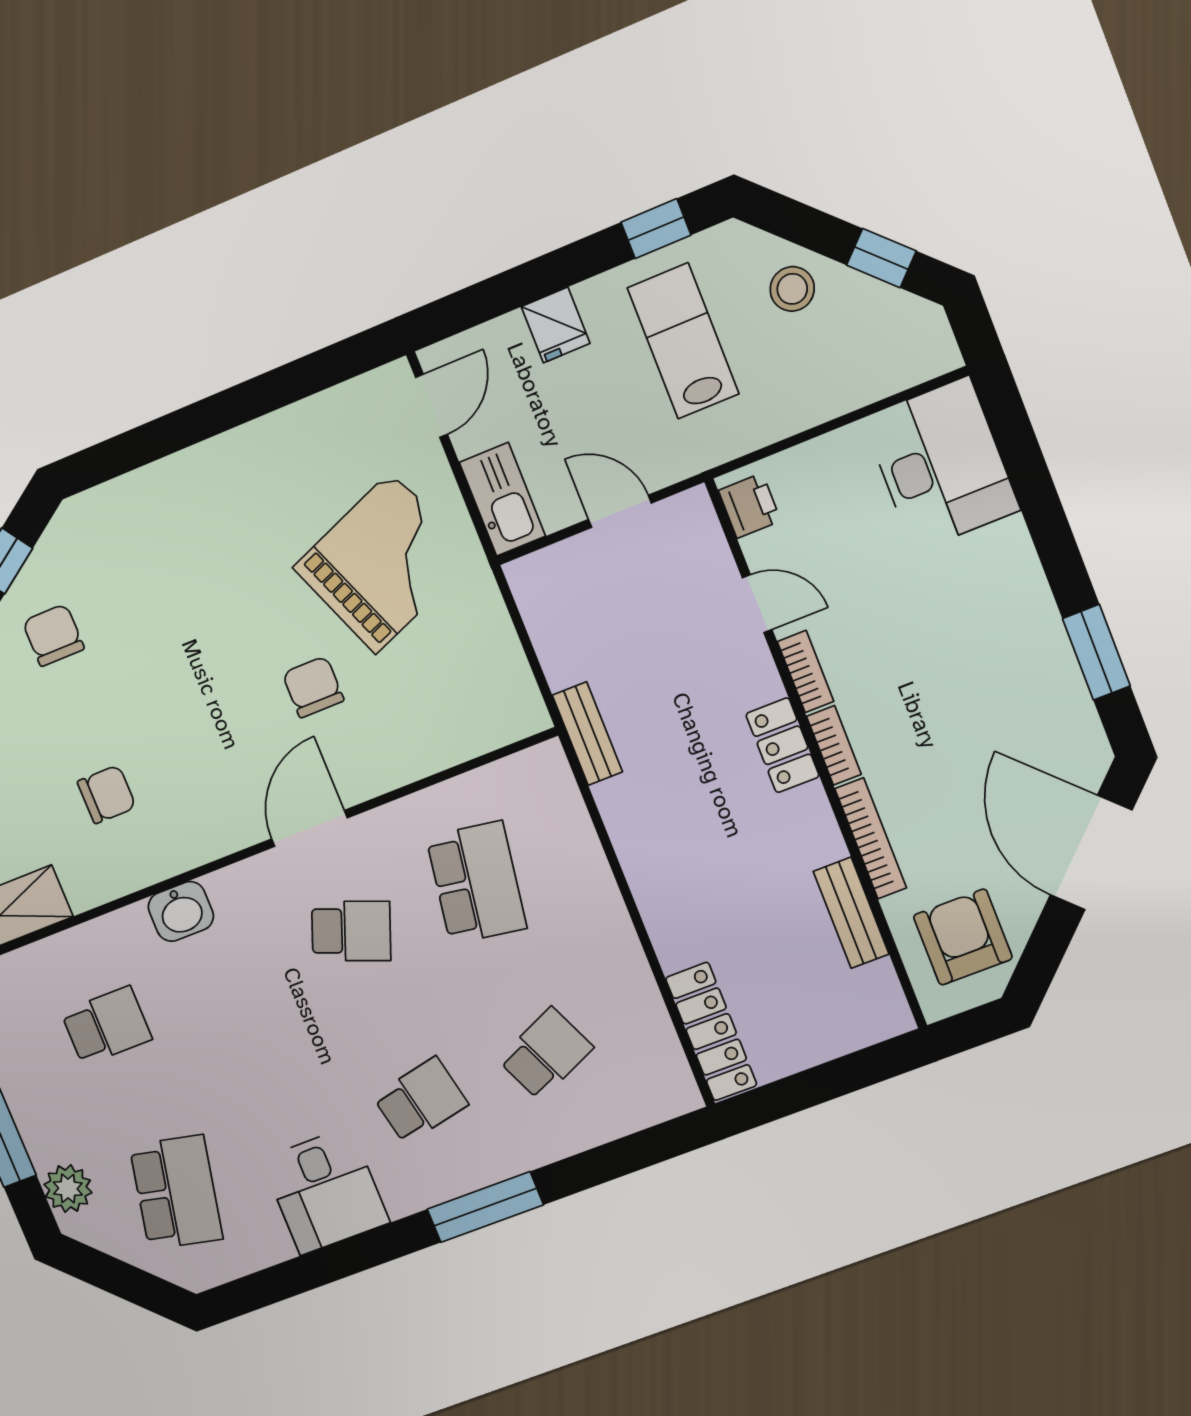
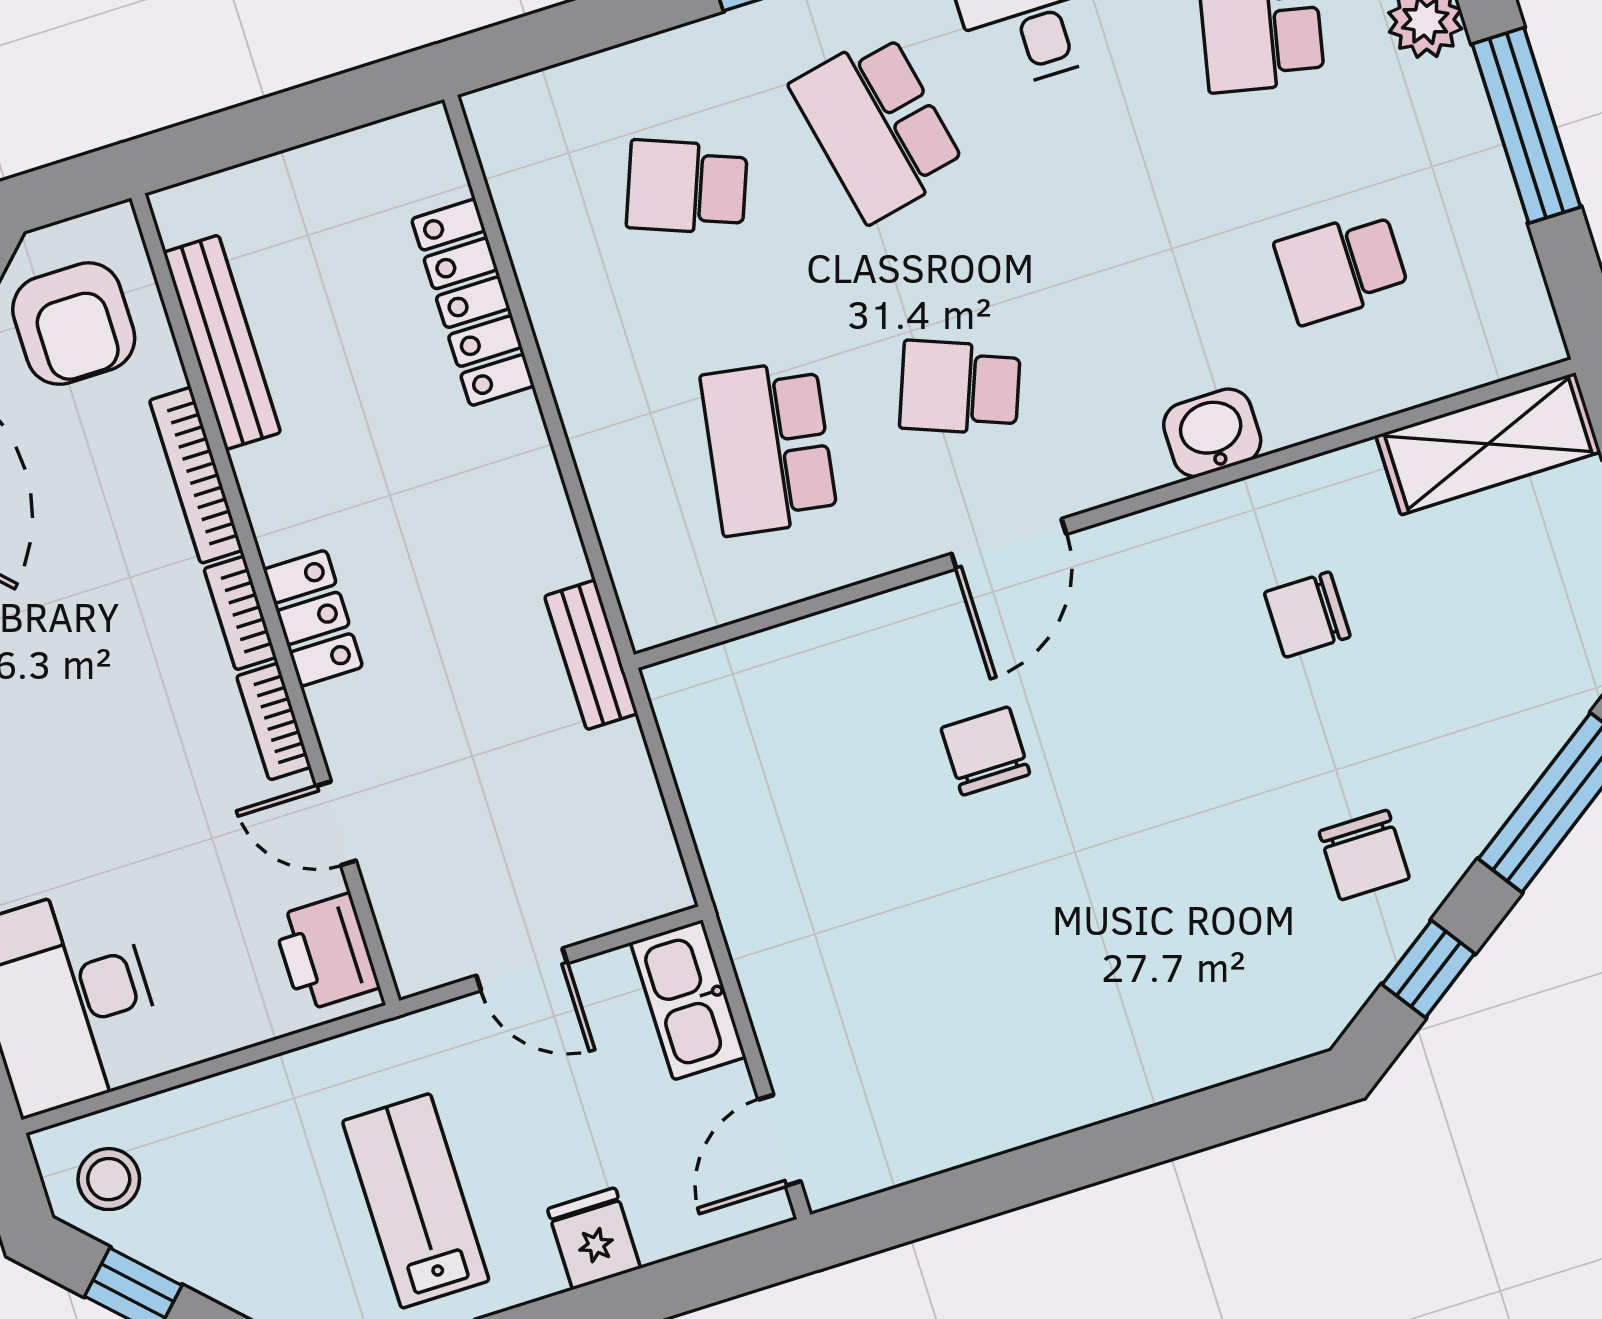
stool: (792, 289) -> (109, 1179), moved
lab bench: (683, 341) -> (416, 1201), turned 180
printer: (750, 506) -> (326, 952), width x1.36, depth x1.24
grand piano: (383, 563) -> (867, 923), removed
chair: (313, 687) -> (985, 751), turned 180
bench: (851, 913) -> (222, 342), width x1.36
locker: (711, 1032) -> (473, 302), moved
school desk: (546, 1054) -> (687, 187), turned 45
school desk: (421, 1101) -> (878, 127), width x1.85

